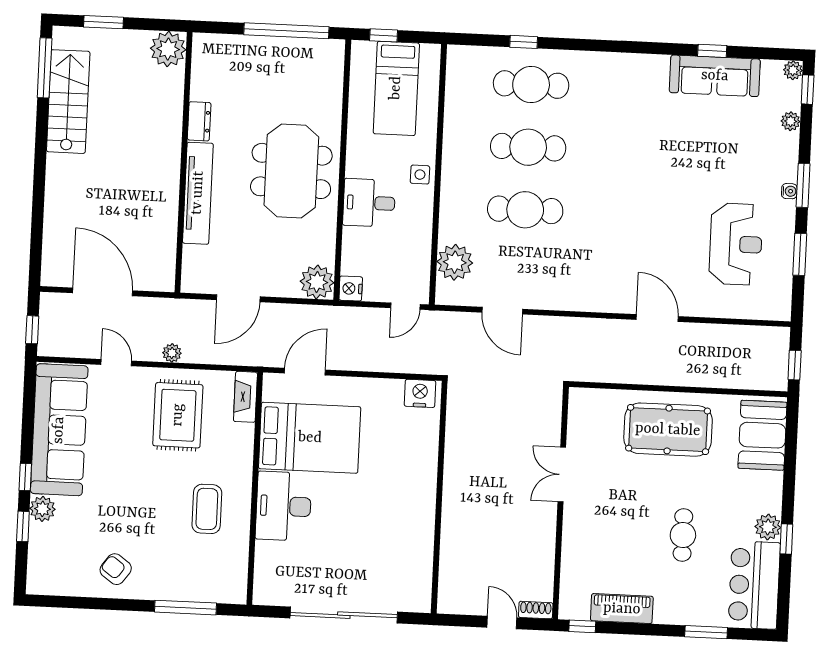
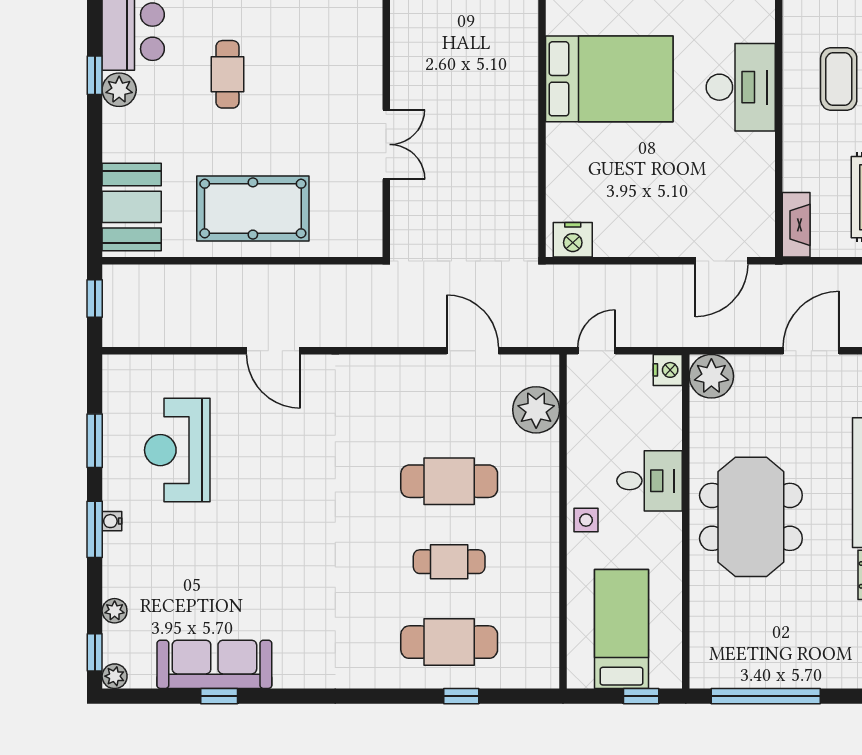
cafe table: (528, 147) -> (449, 562), width x0.73, depth x0.74
bed: (310, 438) -> (609, 79), moved, turned 180

